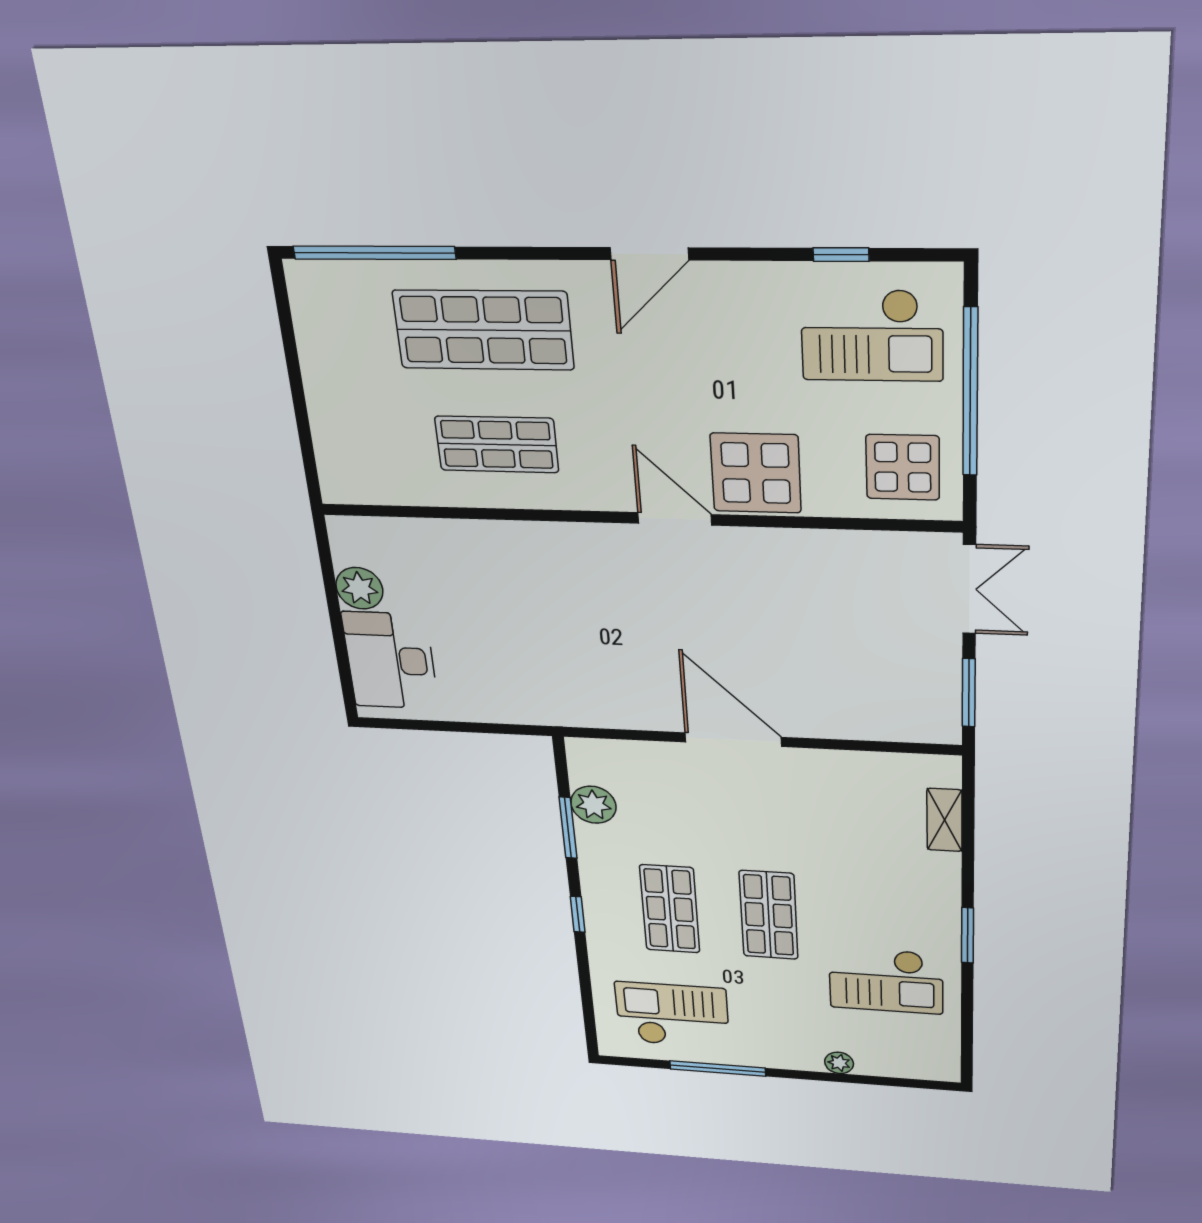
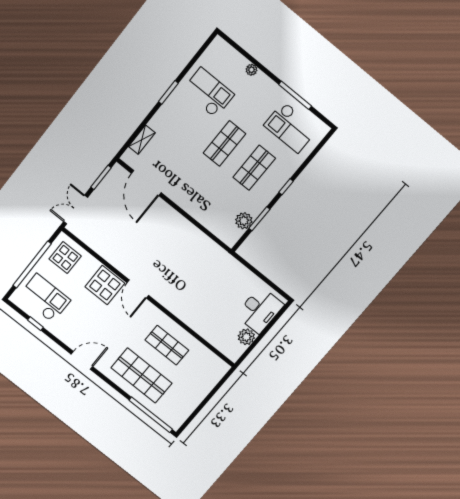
door: (733, 740) -> (146, 183), moved

